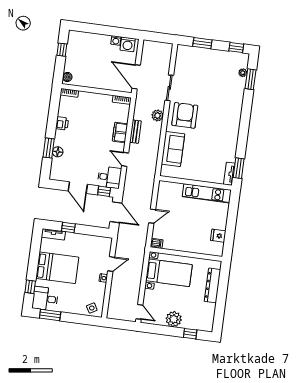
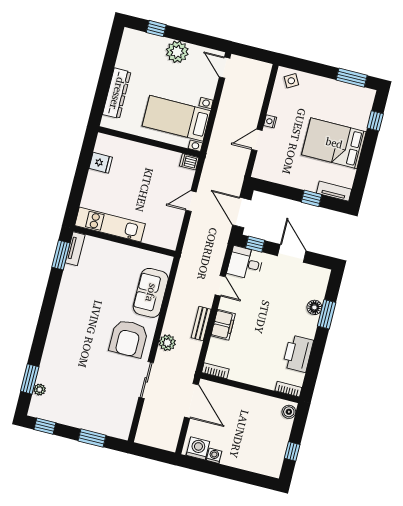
printer: (62, 123) -> (298, 354), width x1.87, depth x1.48
desk: (45, 299) -> (356, 102), removed

